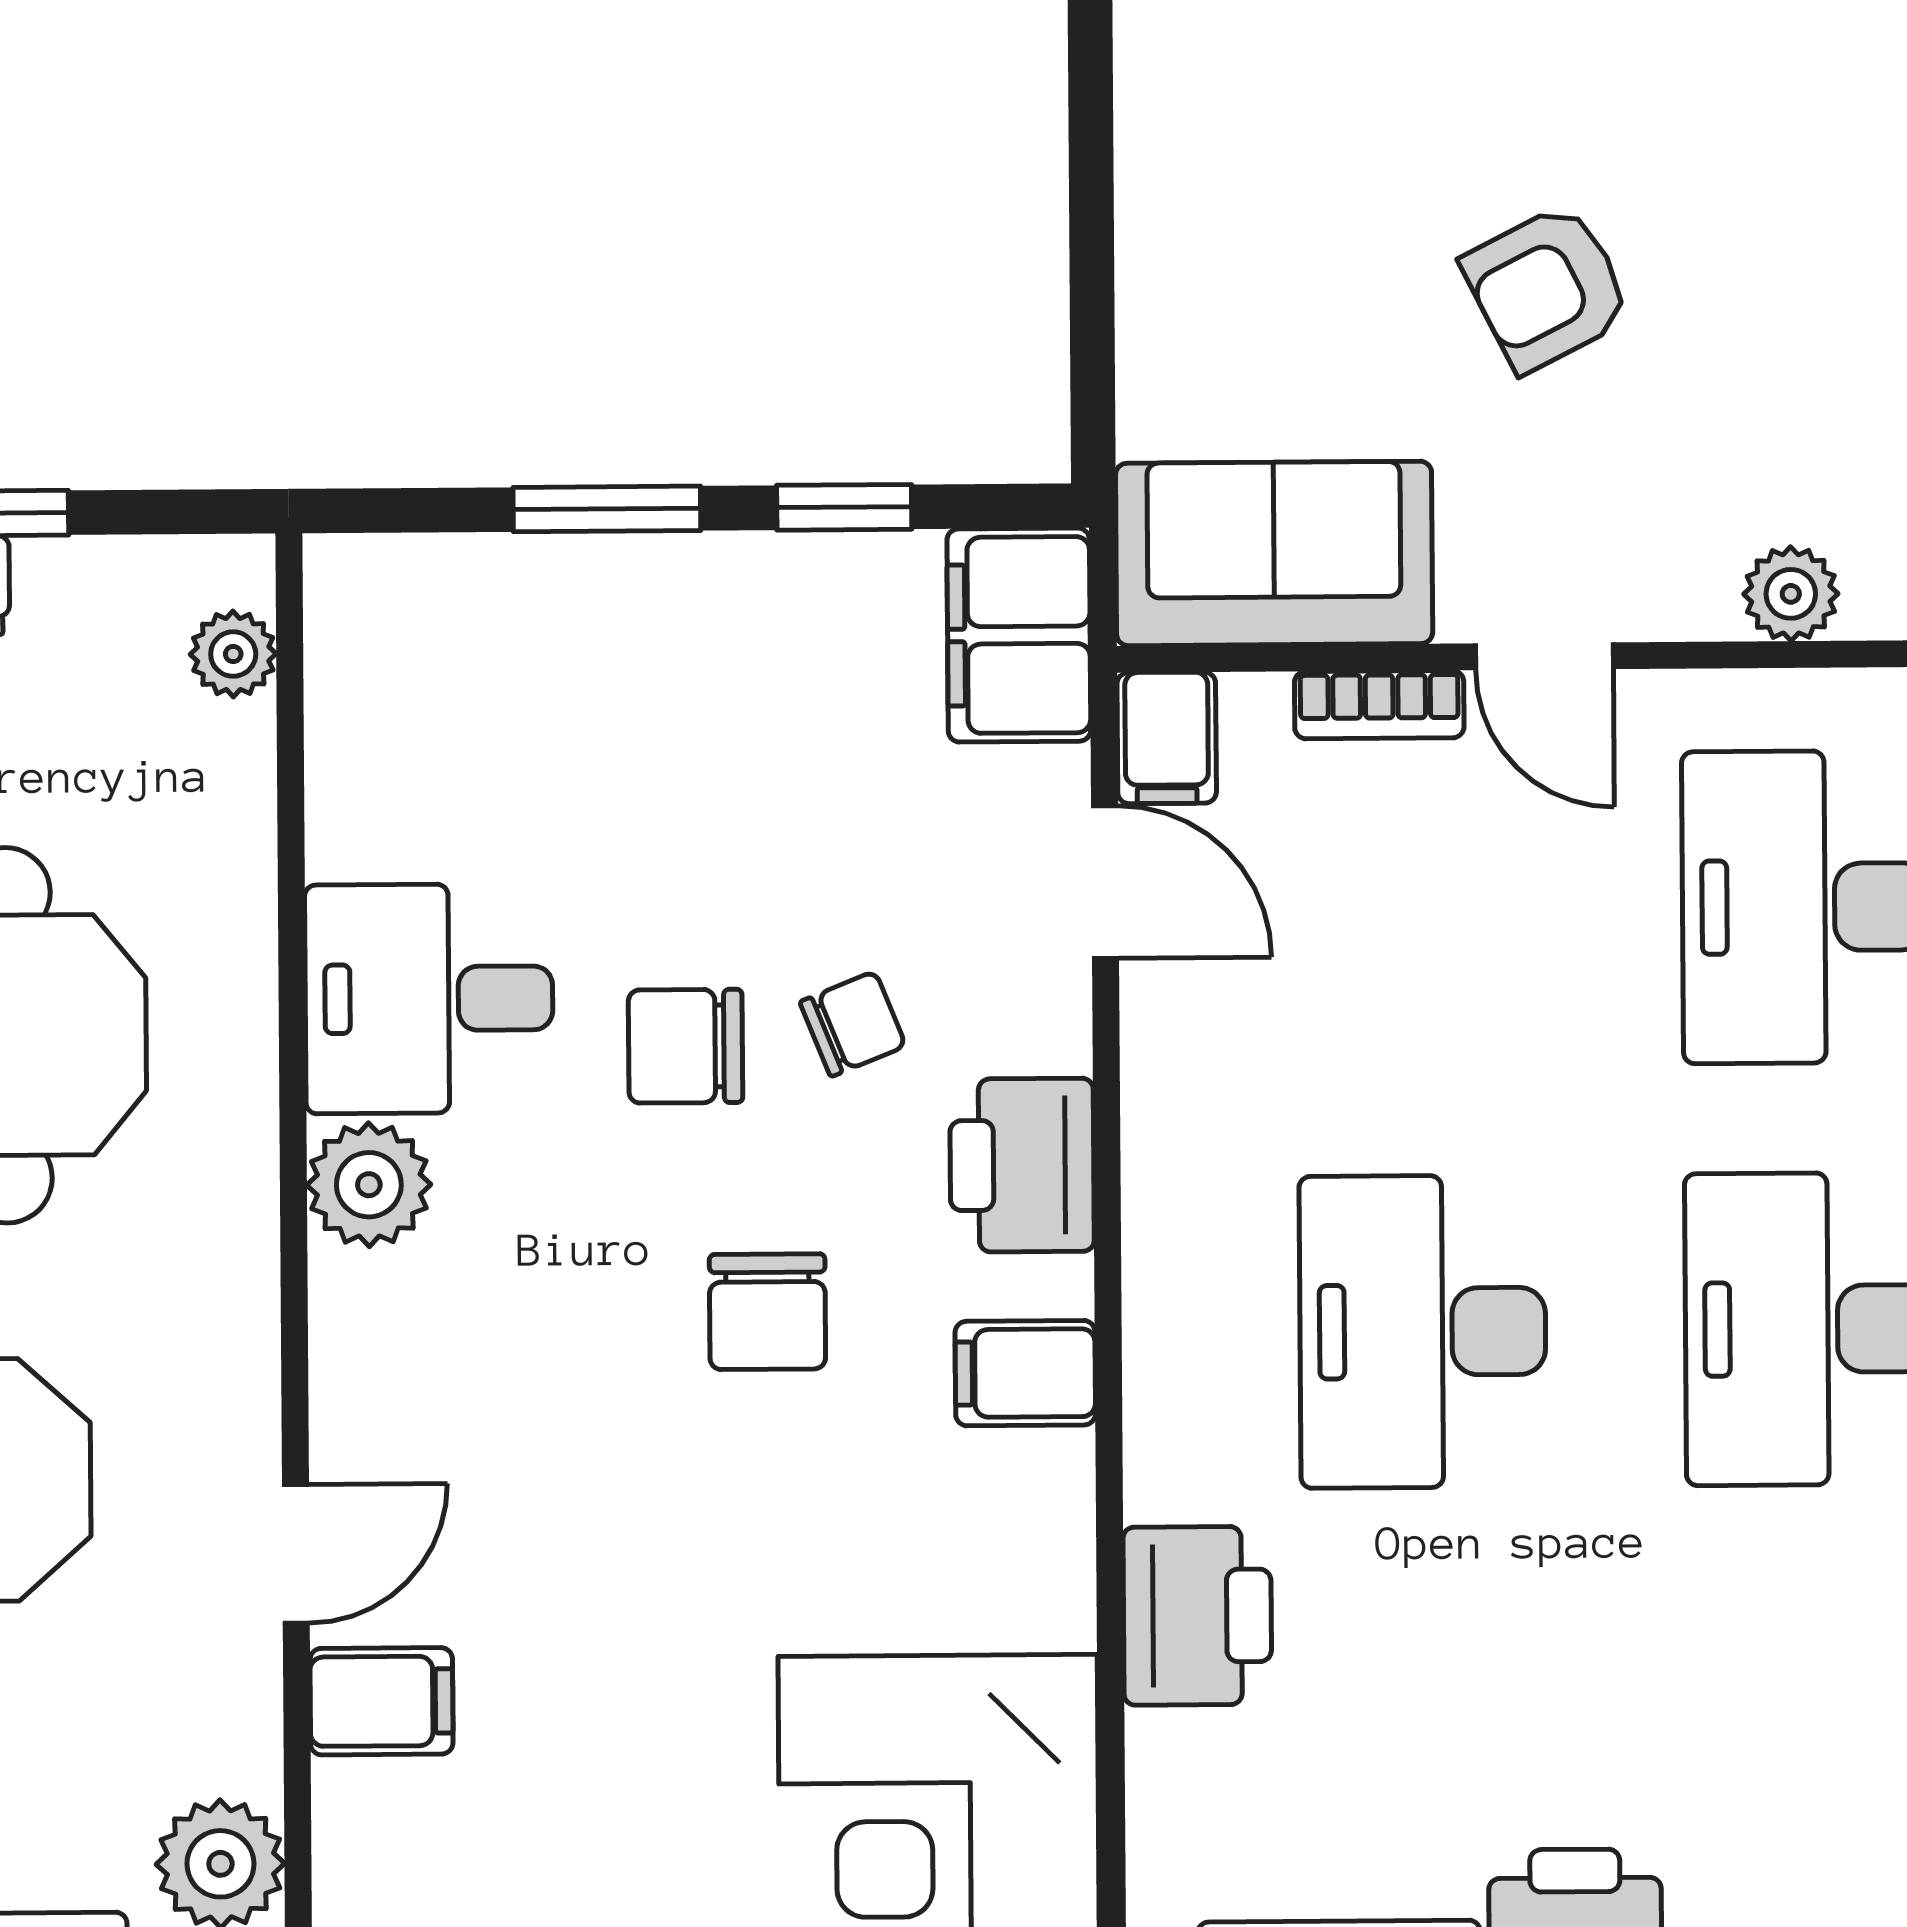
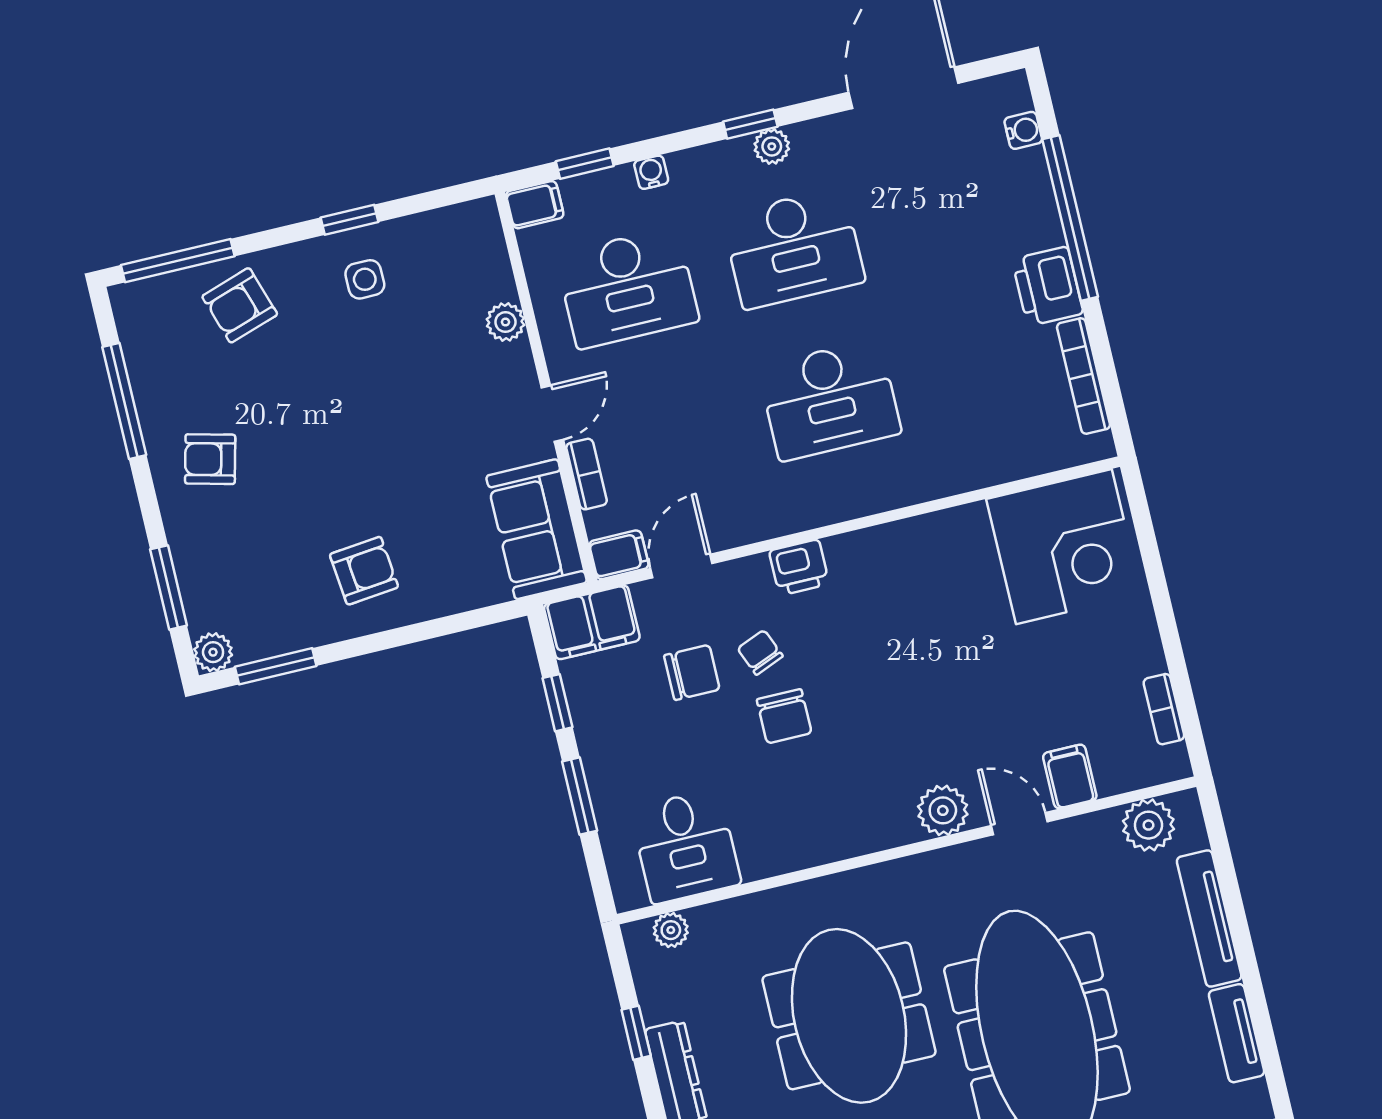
armchair: (1547, 288) -> (364, 571), moved, turned -69
desk: (429, 999) -> (685, 846), moved
printer: (1022, 1165) -> (799, 567), width x0.73, depth x0.81
plant: (369, 1185) -> (943, 810), moved
chair: (767, 1312) -> (692, 672), moved
filing cabinet: (1025, 1373) -> (882, 553), removed
printer: (1197, 1616) -> (962, 463), removed

